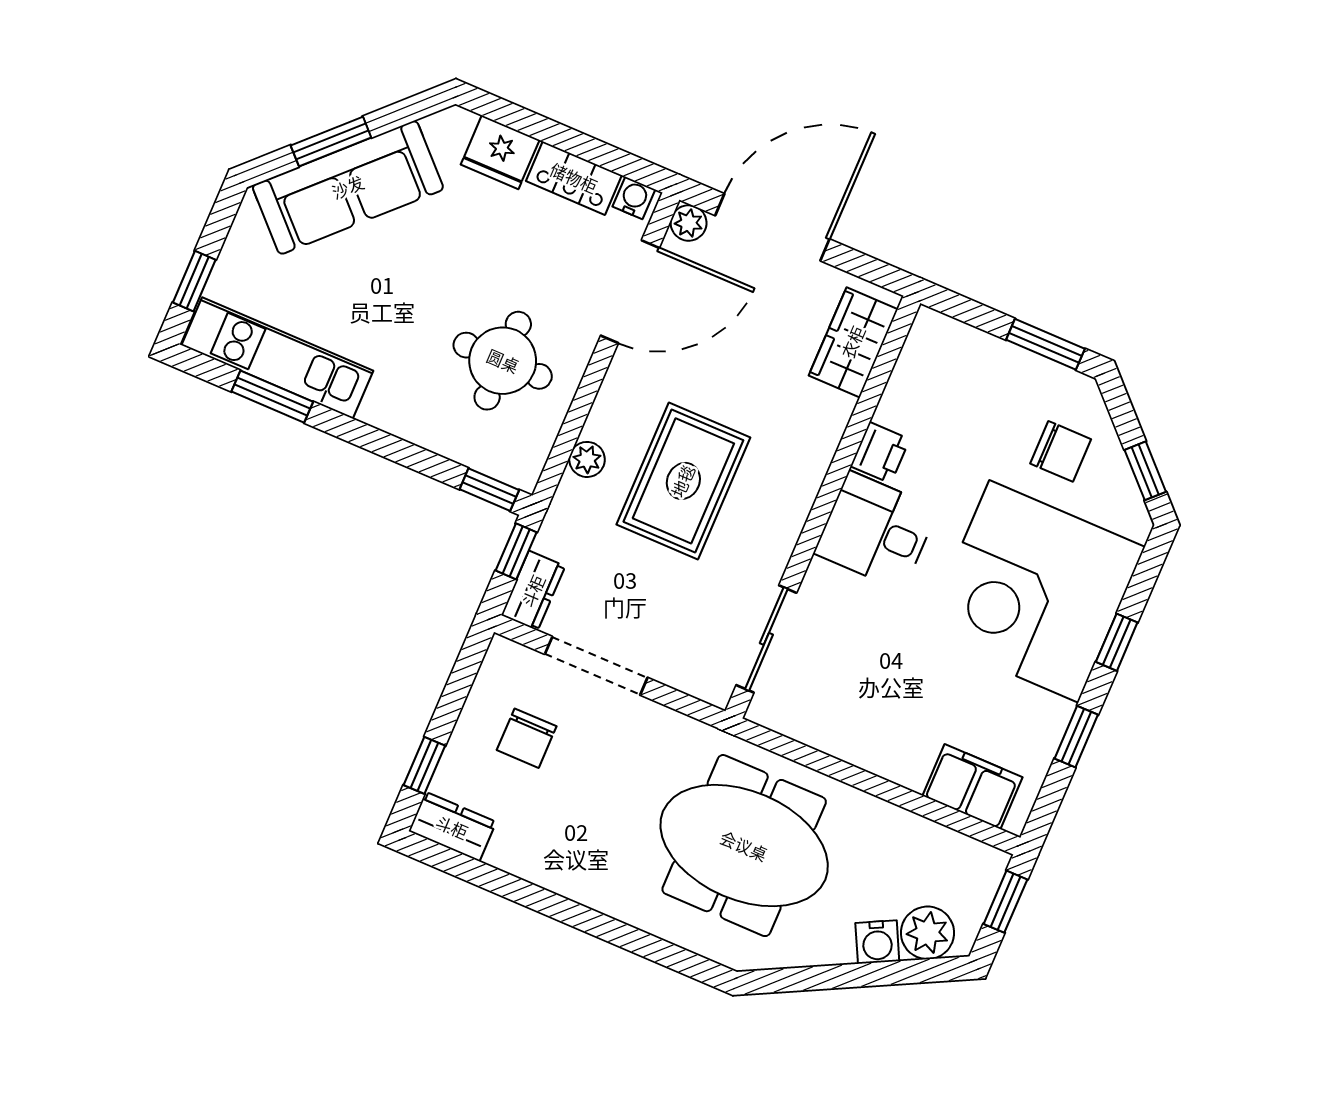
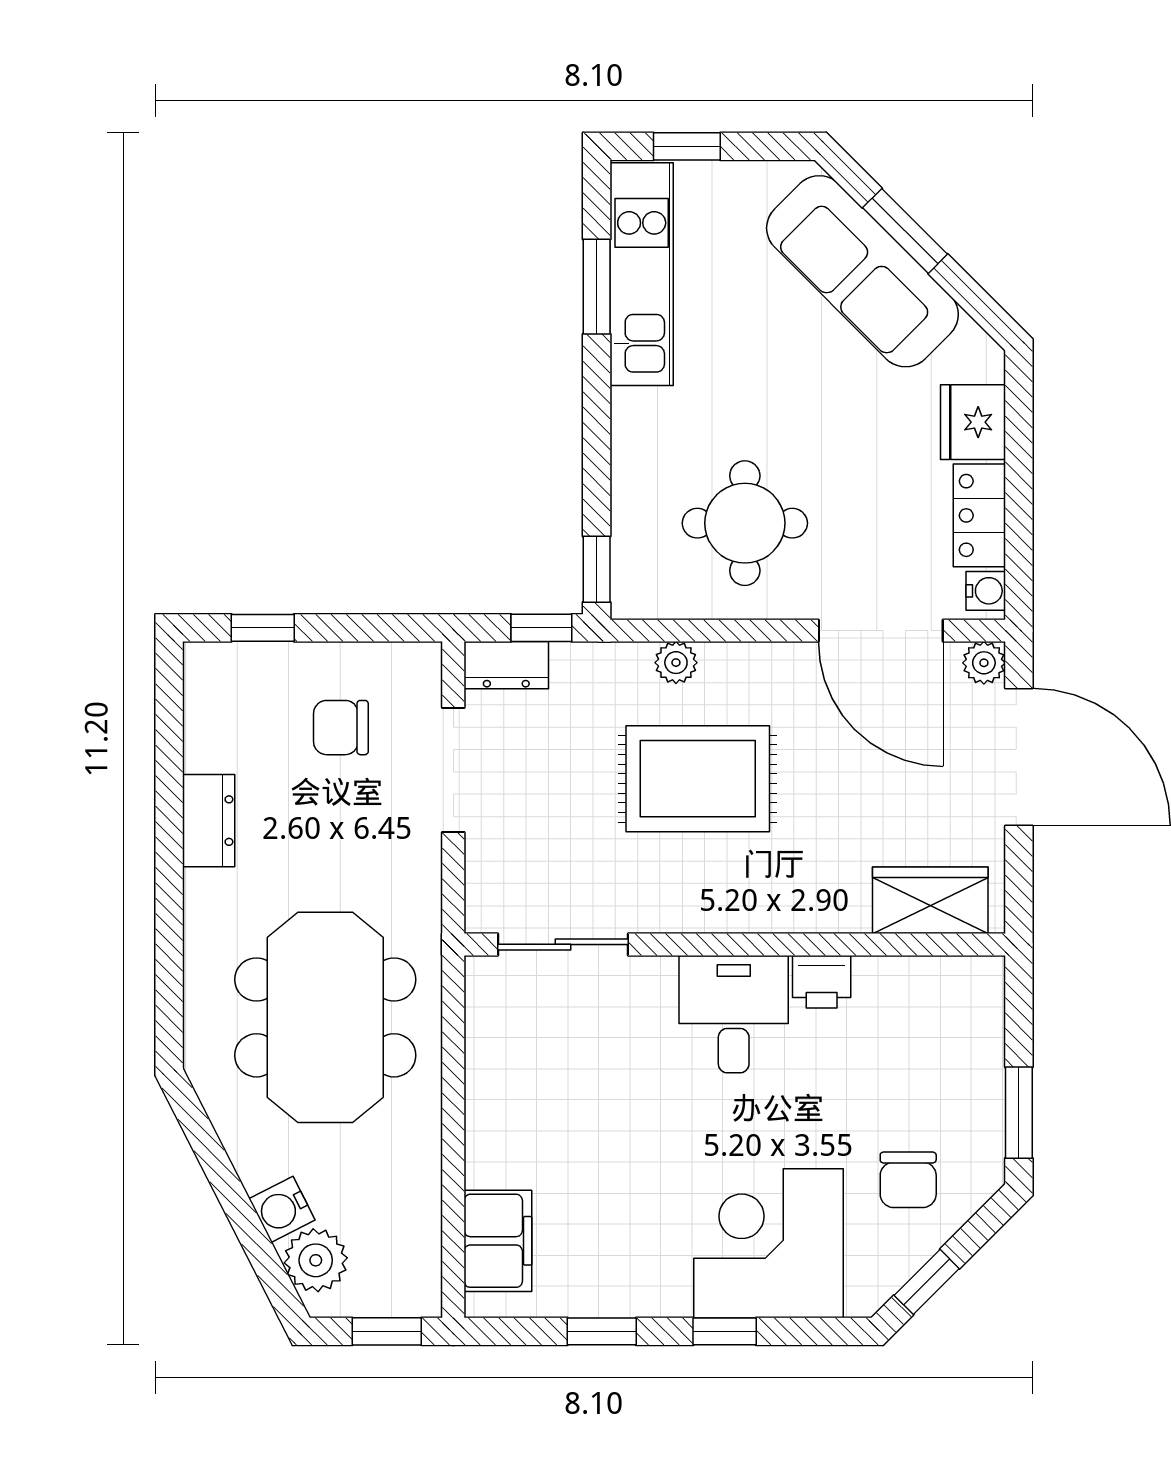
corner desk: (1034, 591) -> (768, 1243), width x0.74, depth x0.74
dresser: (452, 827) -> (209, 821), moved

